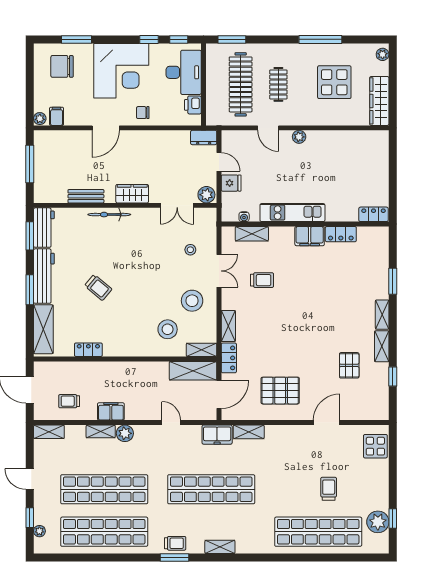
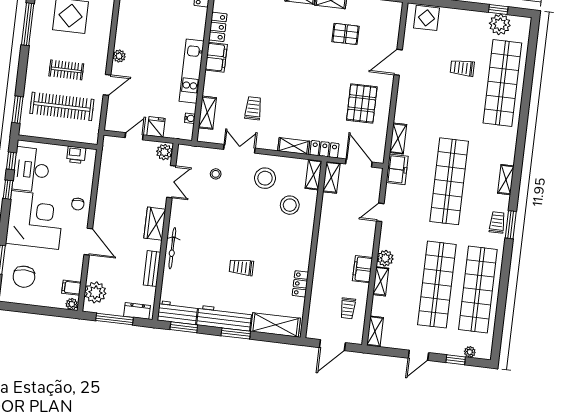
desk: (184, 72) -> (31, 170), moved, turned -90
dresser: (204, 137) -> (137, 311), moved, turned -90
plant: (55, 141) -> (95, 292), added
trolley: (98, 287) -> (241, 267), turned -130
shelving: (193, 371) -> (331, 177), width x0.67, depth x0.75
door: (327, 423) -> (398, 62), hinge flipped

